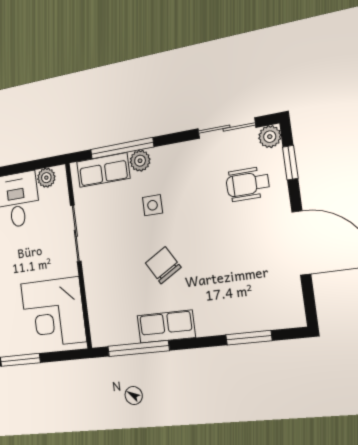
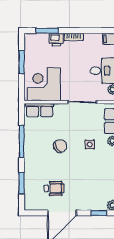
wheelchair: (248, 184) -> (54, 188), moved, turned 90
row of seats: (166, 327) -> (40, 110), moved, turned 90
window: (138, 348) -> (22, 142), moved

